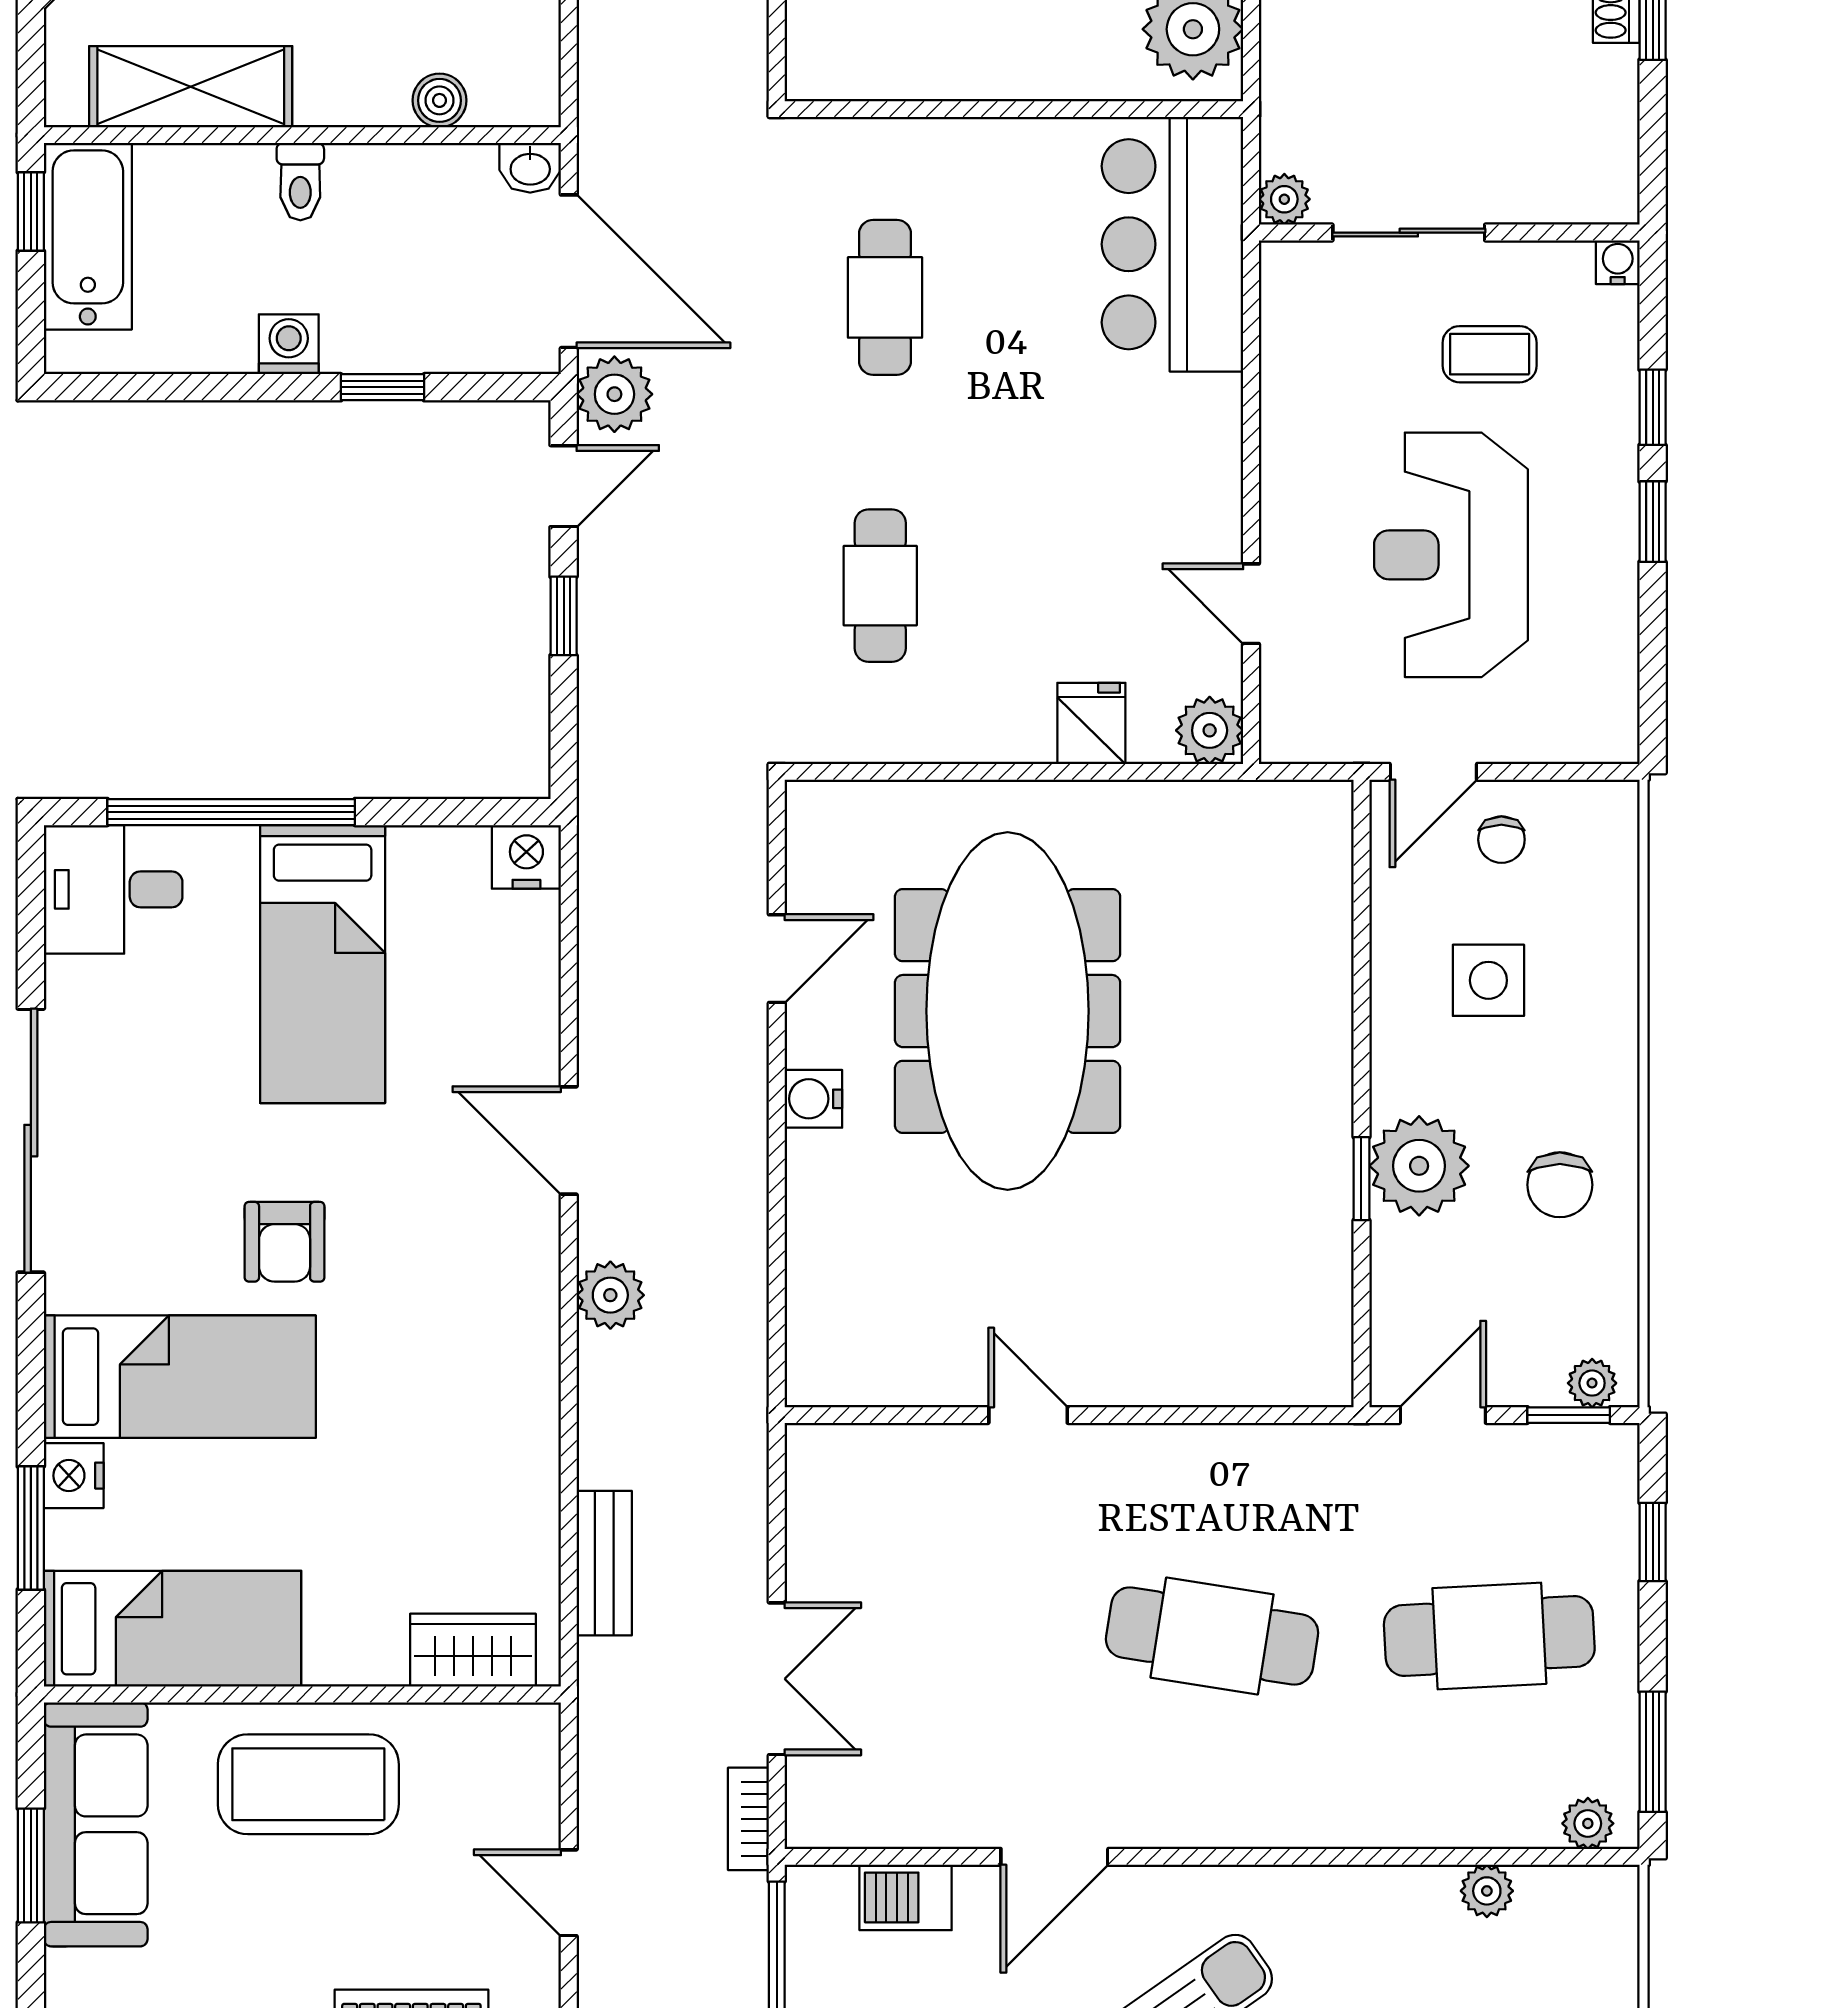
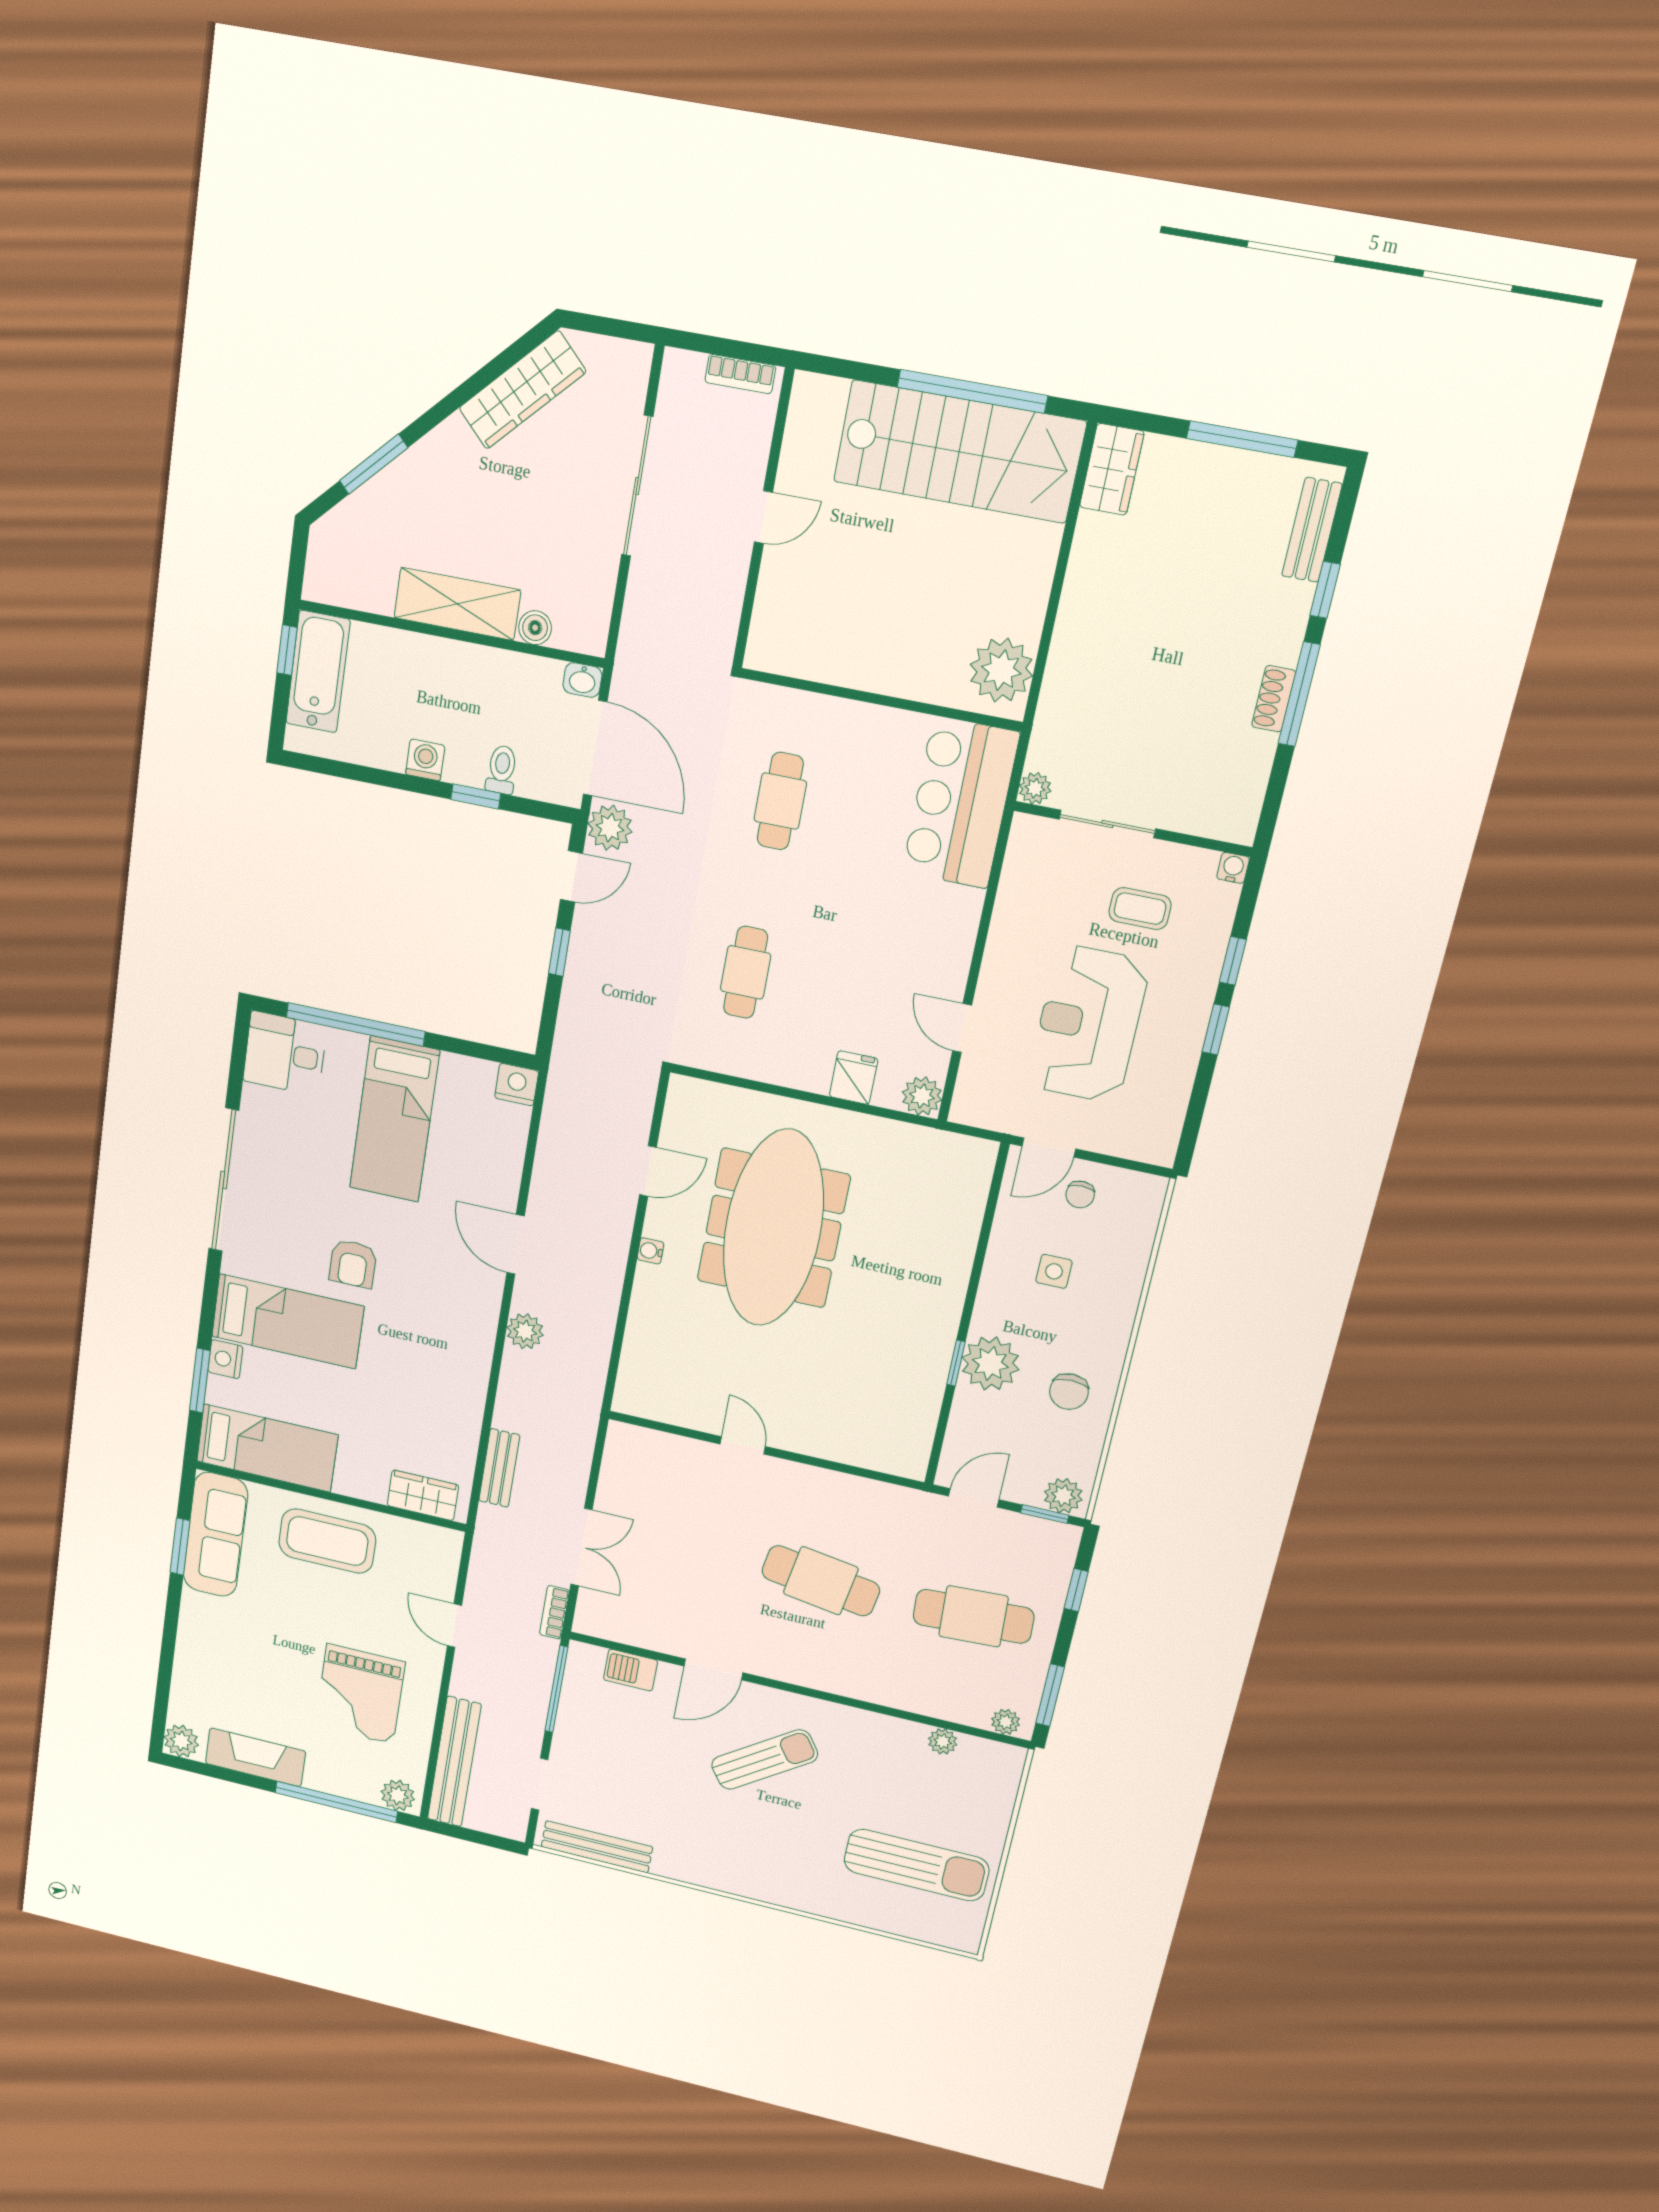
shelving: (191, 87) -> (457, 604), moved
toilet: (300, 182) -> (502, 770), moved, turned 180
side table: (1488, 980) -> (1054, 1271), width x0.73, depth x0.73
water cooler: (813, 1099) -> (650, 1251), width x0.72, depth x0.72
plant: (1592, 1383) -> (1063, 1496), width x1.38, depth x1.38

